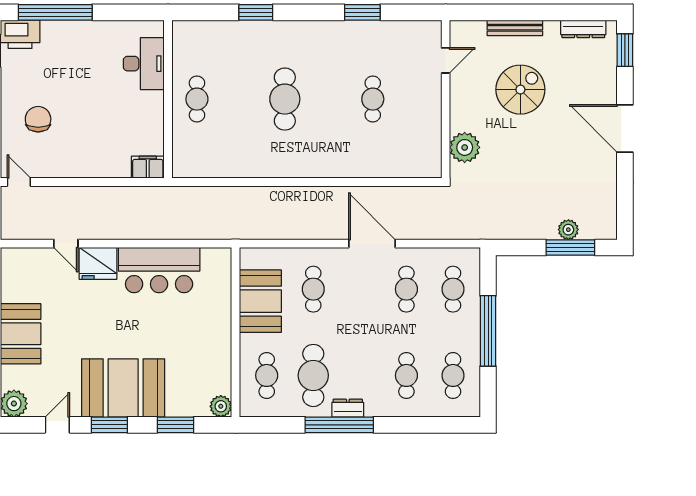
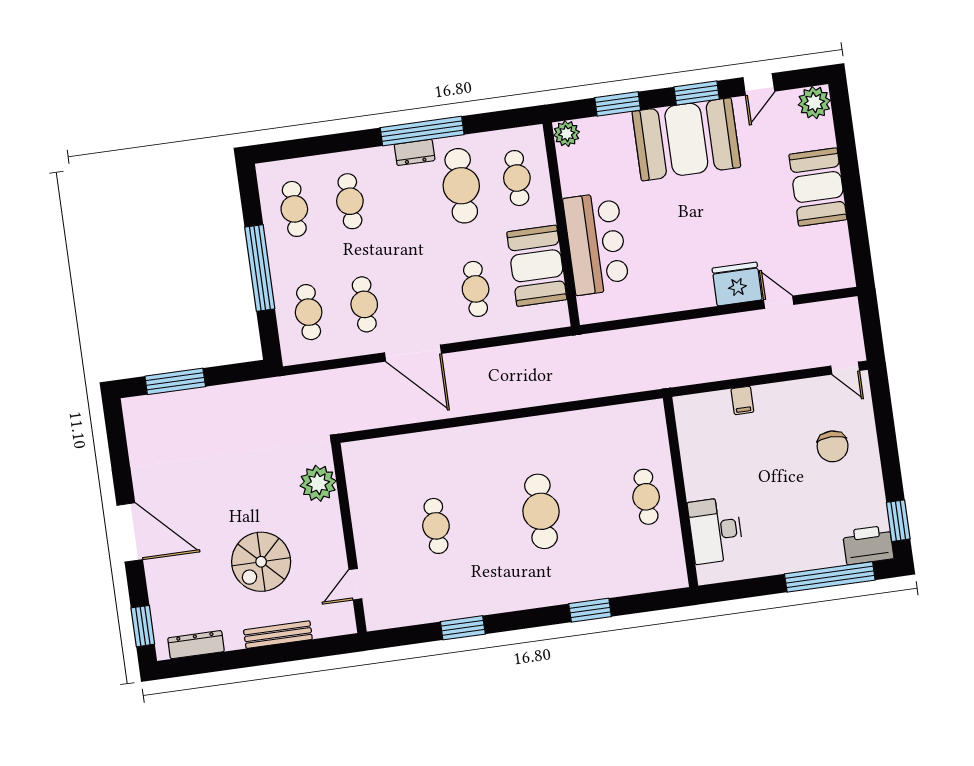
filing cabinet: (148, 167) -> (742, 400), moved, width x0.50
plant: (568, 230) -> (181, 402), removed
bar counter: (159, 270) -> (596, 243), moved, turned 90

